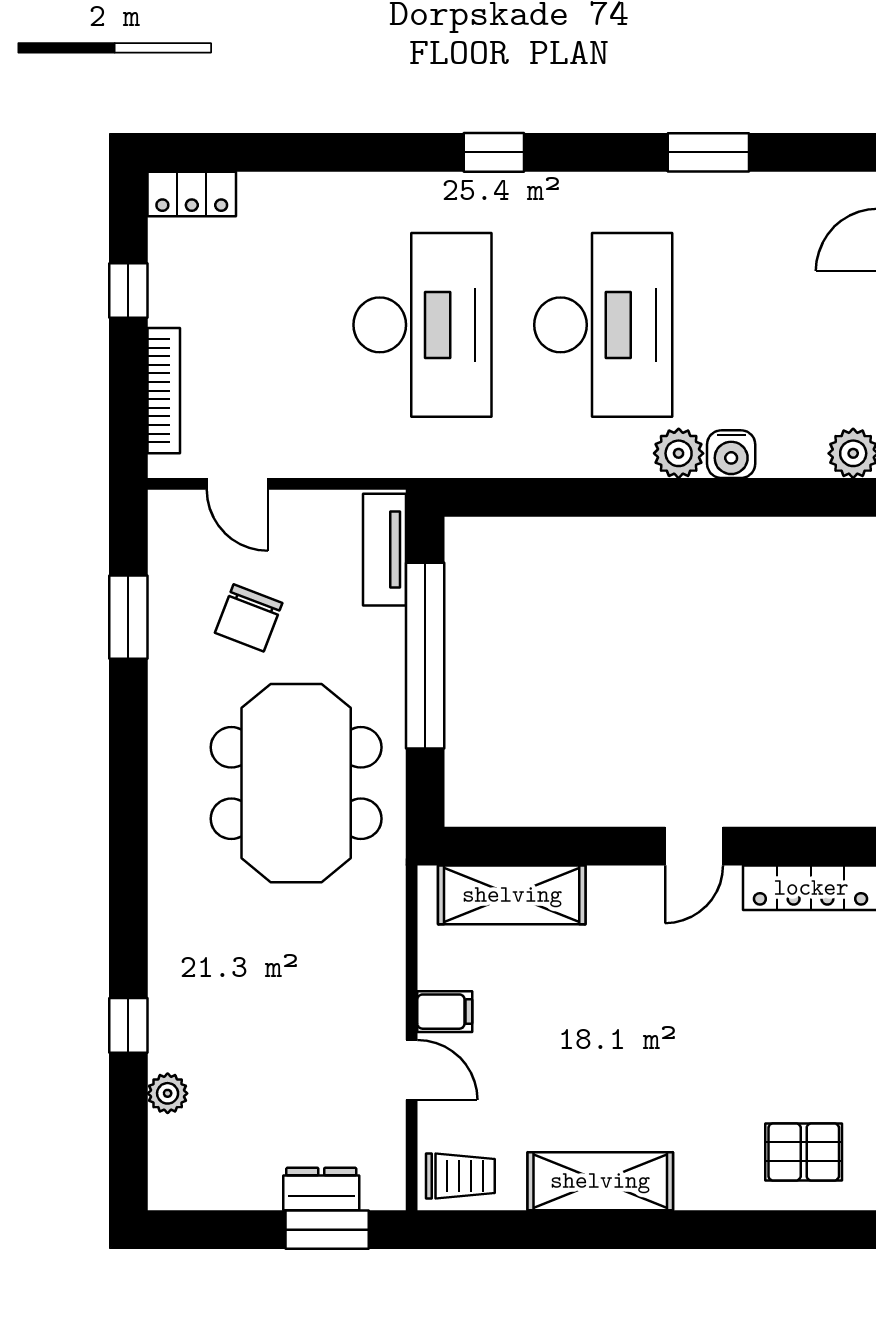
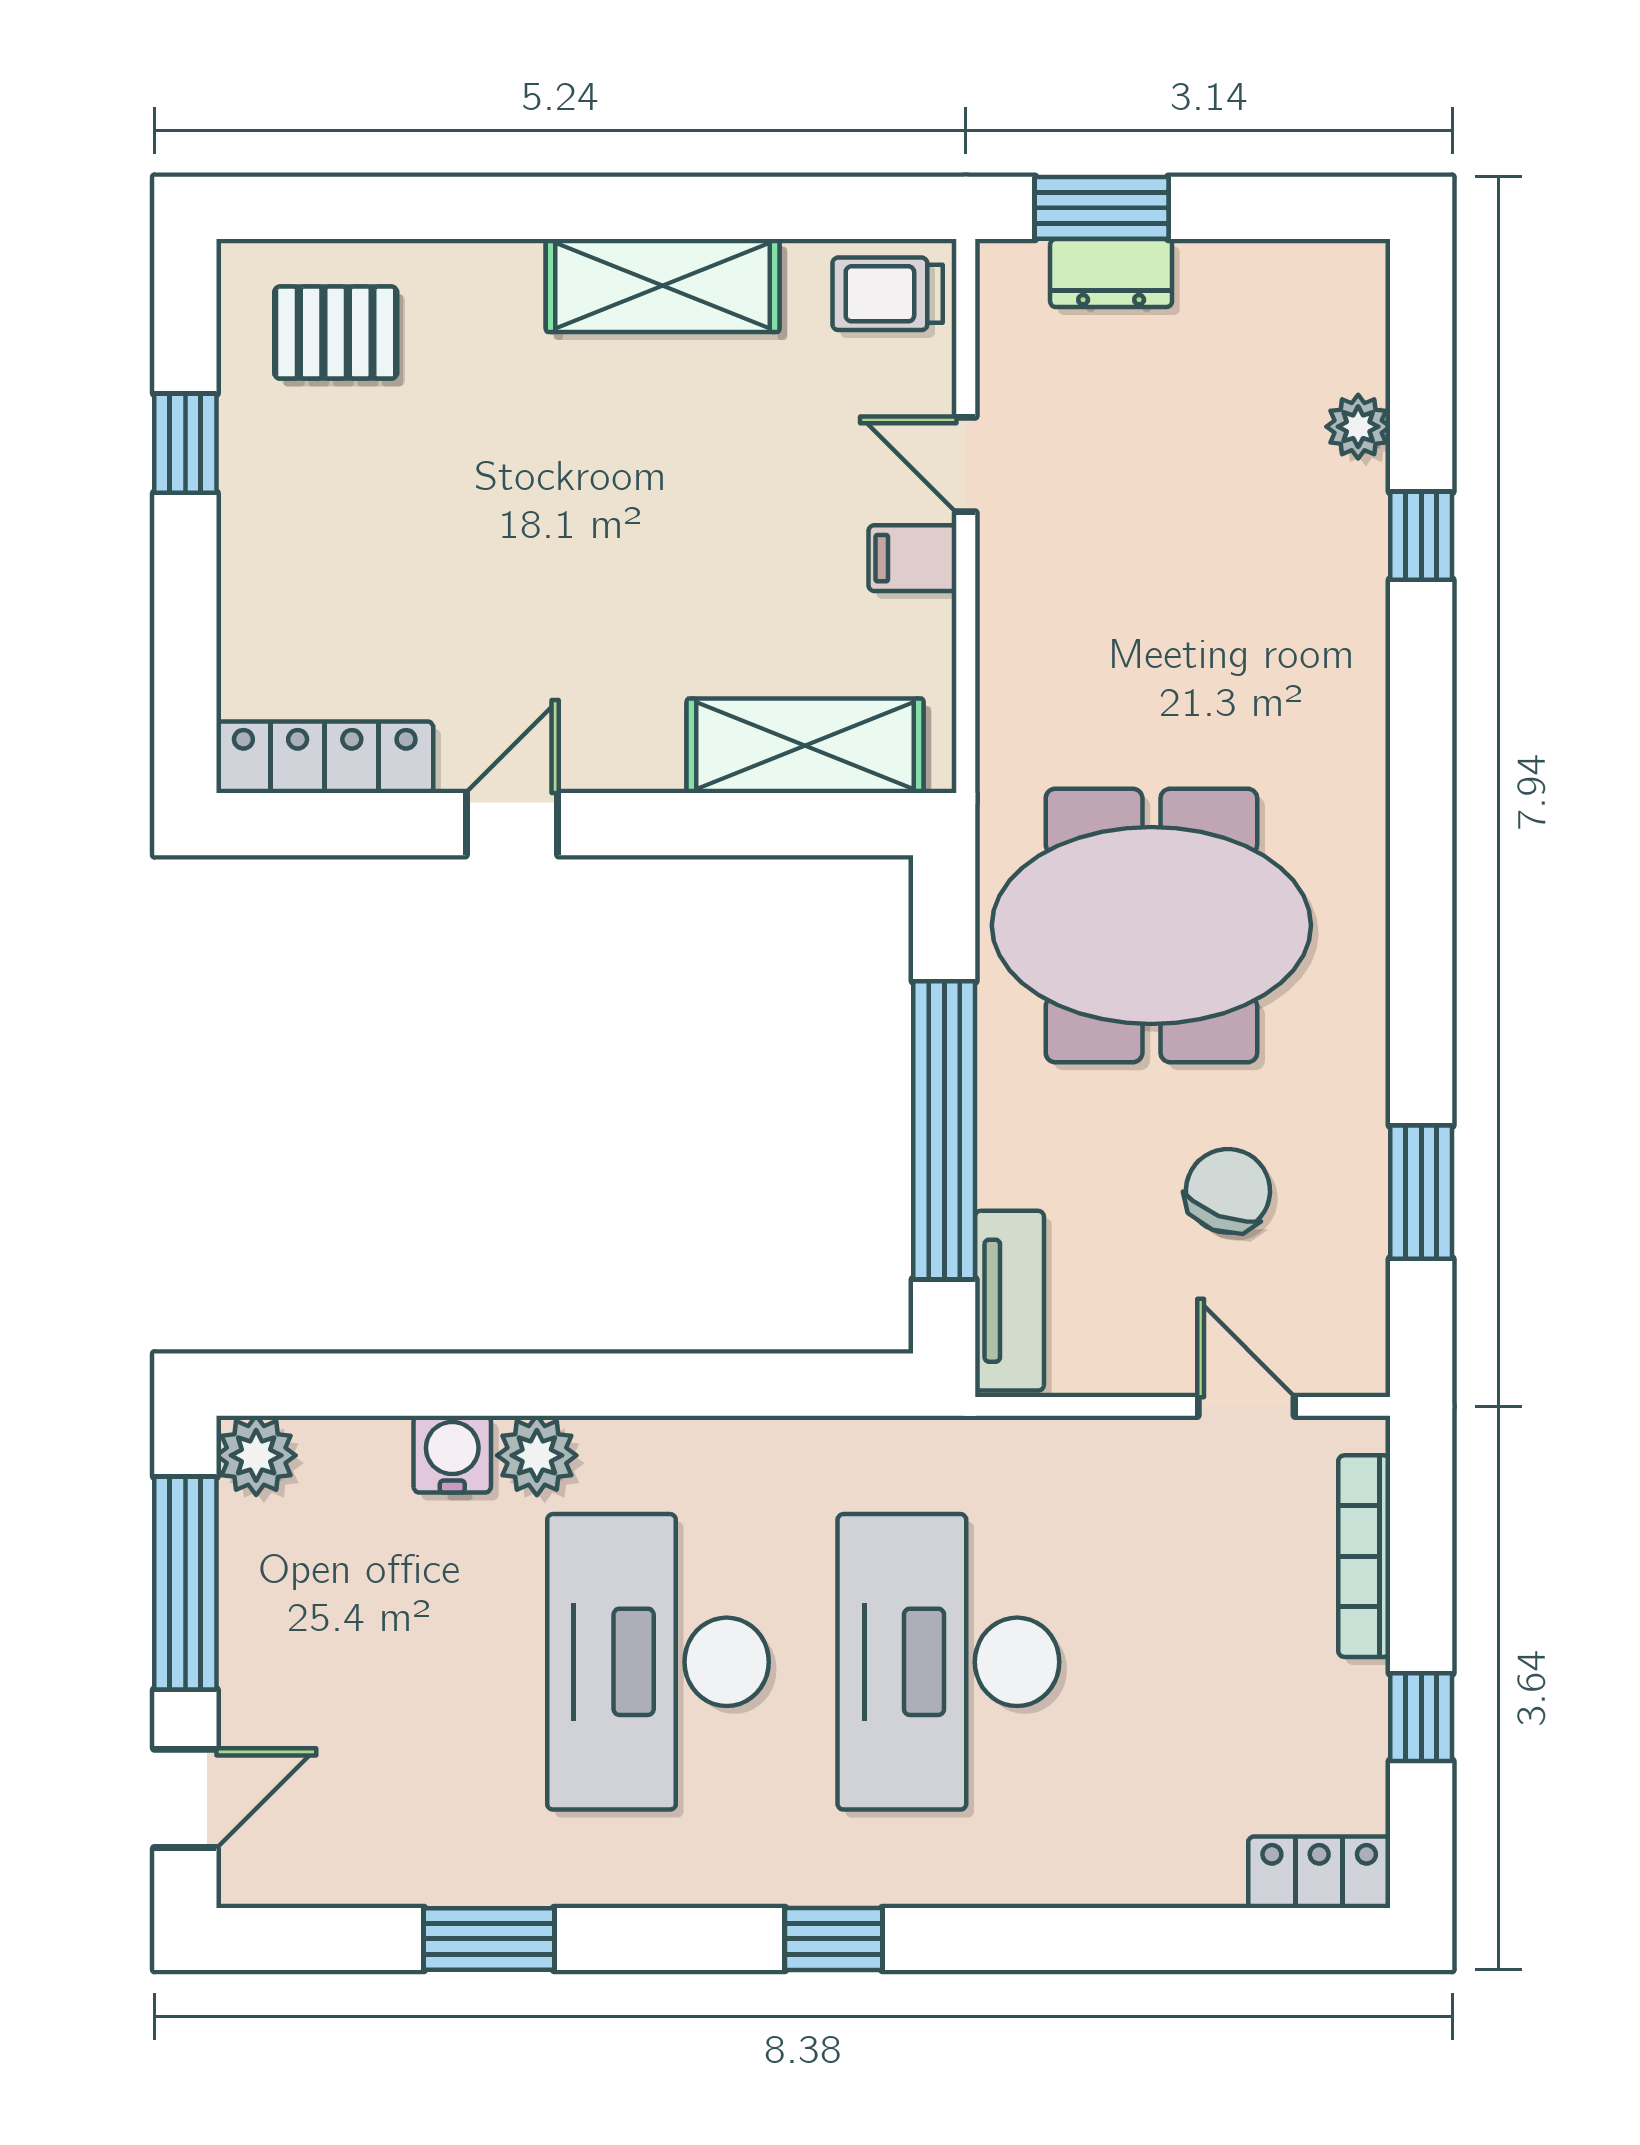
meeting table: (296, 783) -> (1151, 925), turned 90

